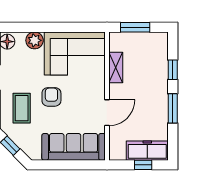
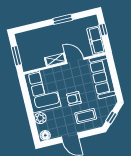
shelving: (116, 67) -> (55, 60), moved
window: (173, 70) -> (38, 25), removed
freezer: (147, 151) -> (96, 40), moved

